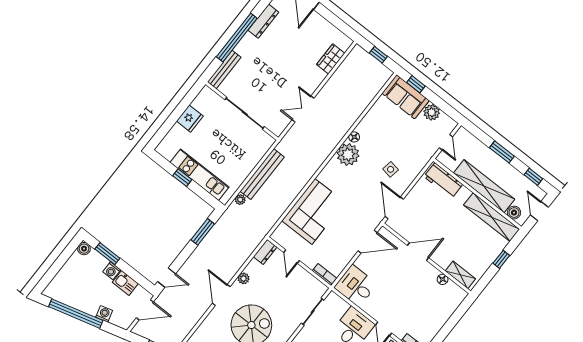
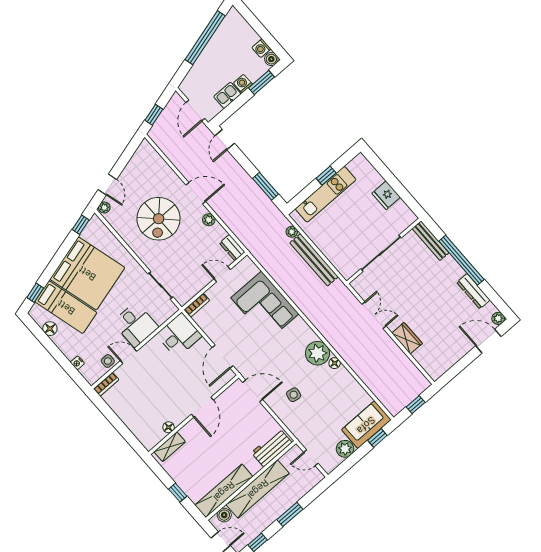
wardrobe: (331, 59) -> (407, 338), moved
washing machine: (104, 314) -> (261, 48), moved, turned 105

